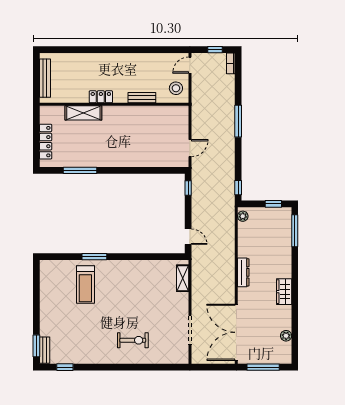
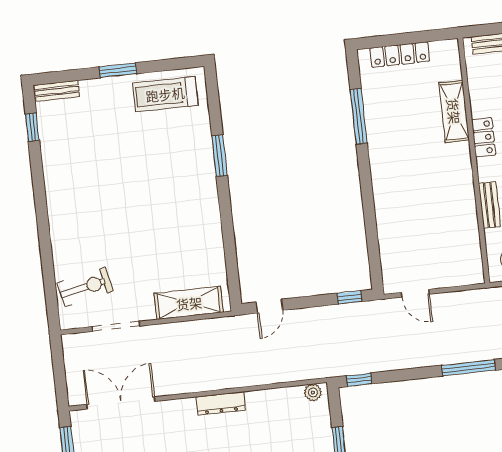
shelving: (183, 278) -> (189, 303), width x1.50, depth x1.33
treadmill: (85, 284) -> (165, 94), moved
double door: (236, 332) -> (121, 403), width x0.73
exercise bike: (133, 340) -> (85, 287), moved, turned -102
window: (36, 346) -> (118, 70), moved

